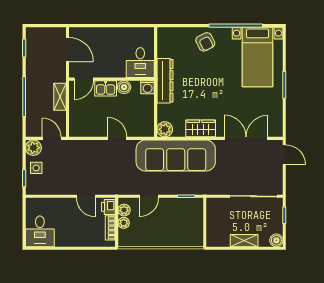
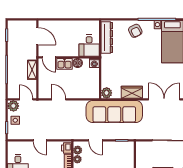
door: (84, 79) -> (49, 57), hinge flipped
dresser: (165, 81) -> (107, 38), moved
door: (117, 138) -> (59, 99), moved
door: (86, 196) -> (40, 140), moved
door: (149, 196) -> (95, 140), hinge flipped

